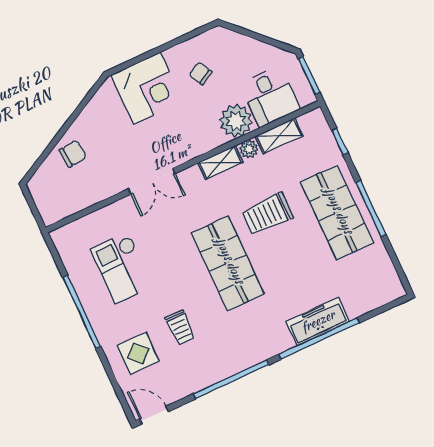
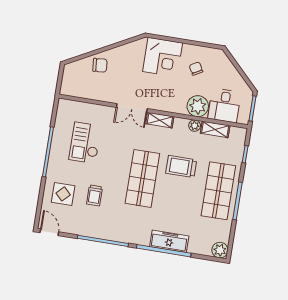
shelving: (220, 162) -> (160, 120), moved
plant: (391, 288) -> (220, 250), added

